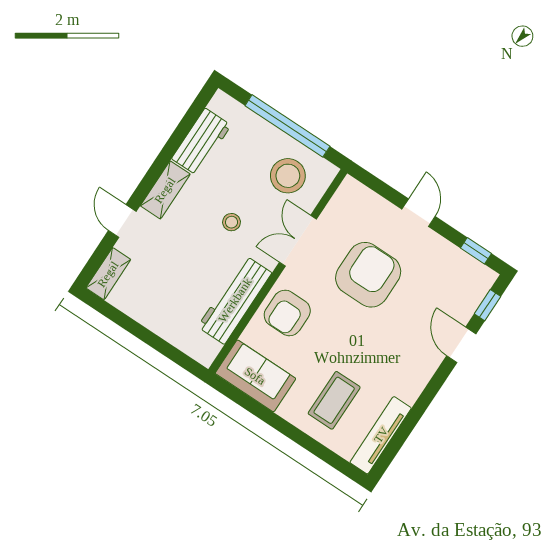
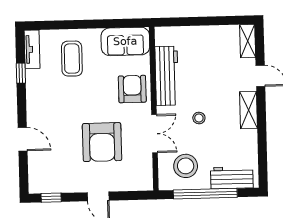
workbench: (201, 142) -> (232, 178), moved, turned 90
window: (487, 305) -> (21, 73), moved
tv unit: (381, 435) -> (32, 49), width x0.71

